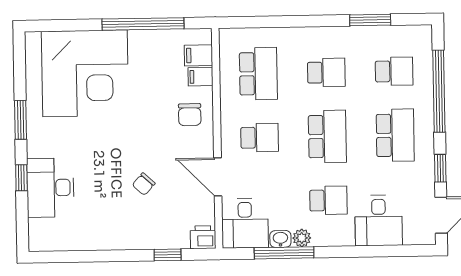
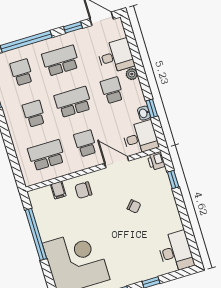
filing cabinet: (198, 55) -> (46, 195), removed
chair: (190, 115) -> (83, 190), turned 180
door: (218, 177) -> (117, 162), swing flipped
desk: (50, 188) -> (176, 252), moved, turned -90
plant: (302, 238) -> (132, 74), moved
window: (284, 253) -> (152, 109), width x0.46

